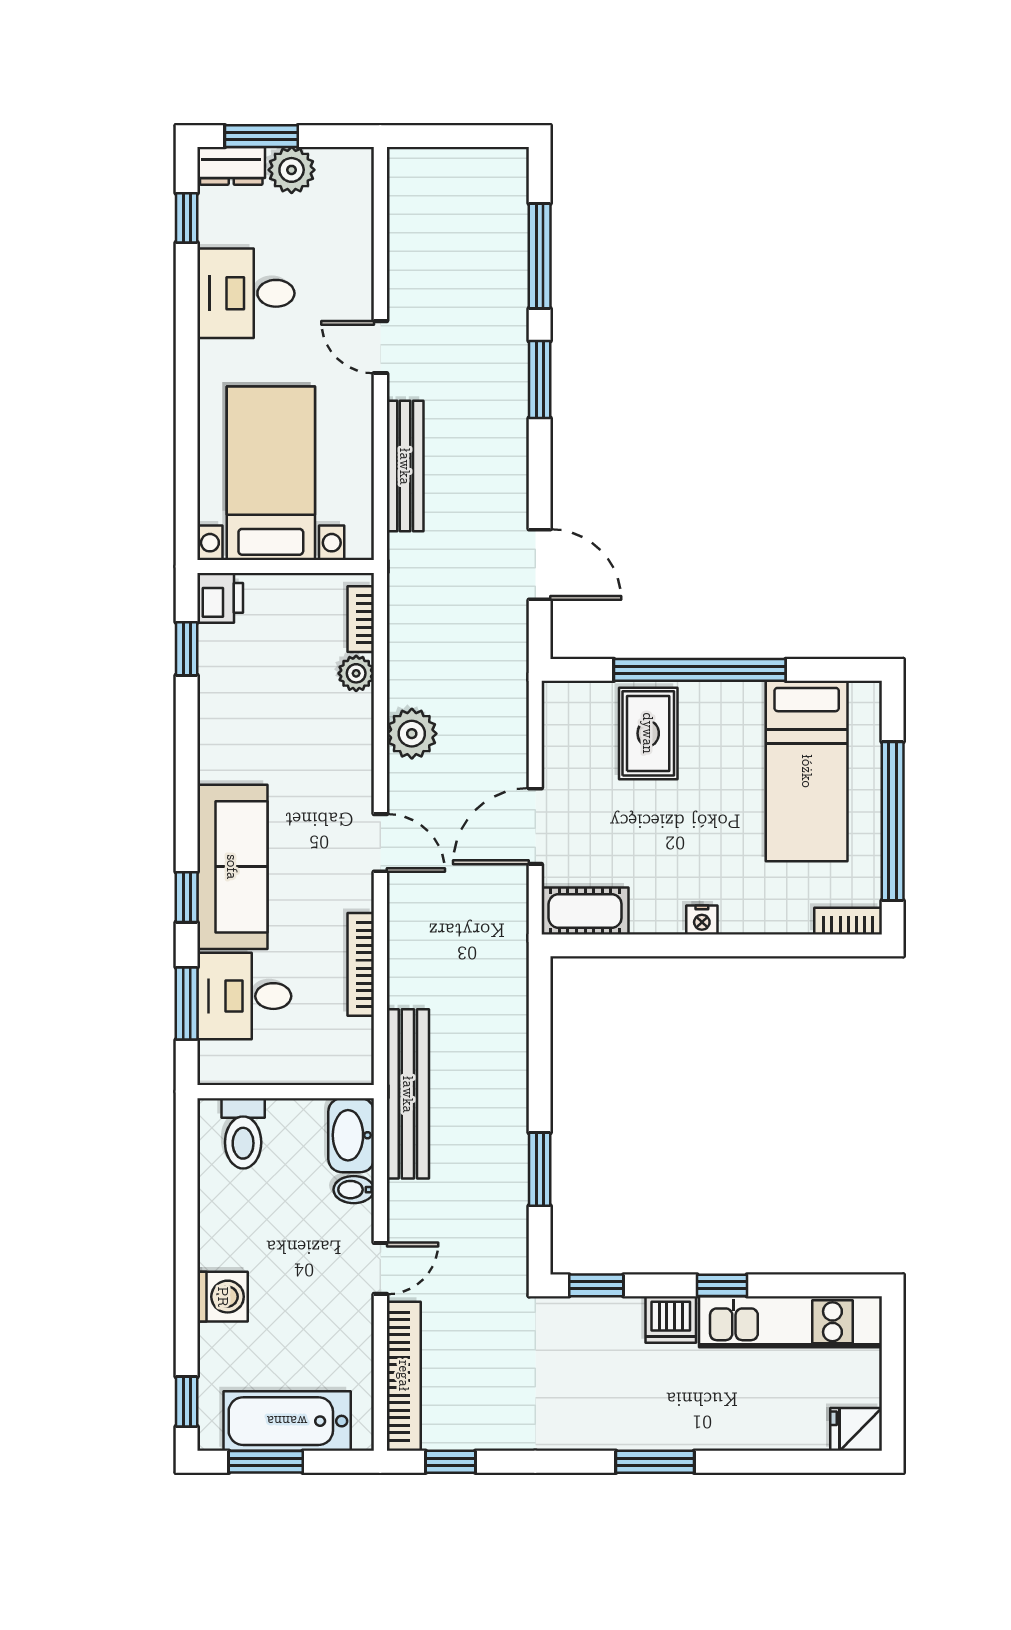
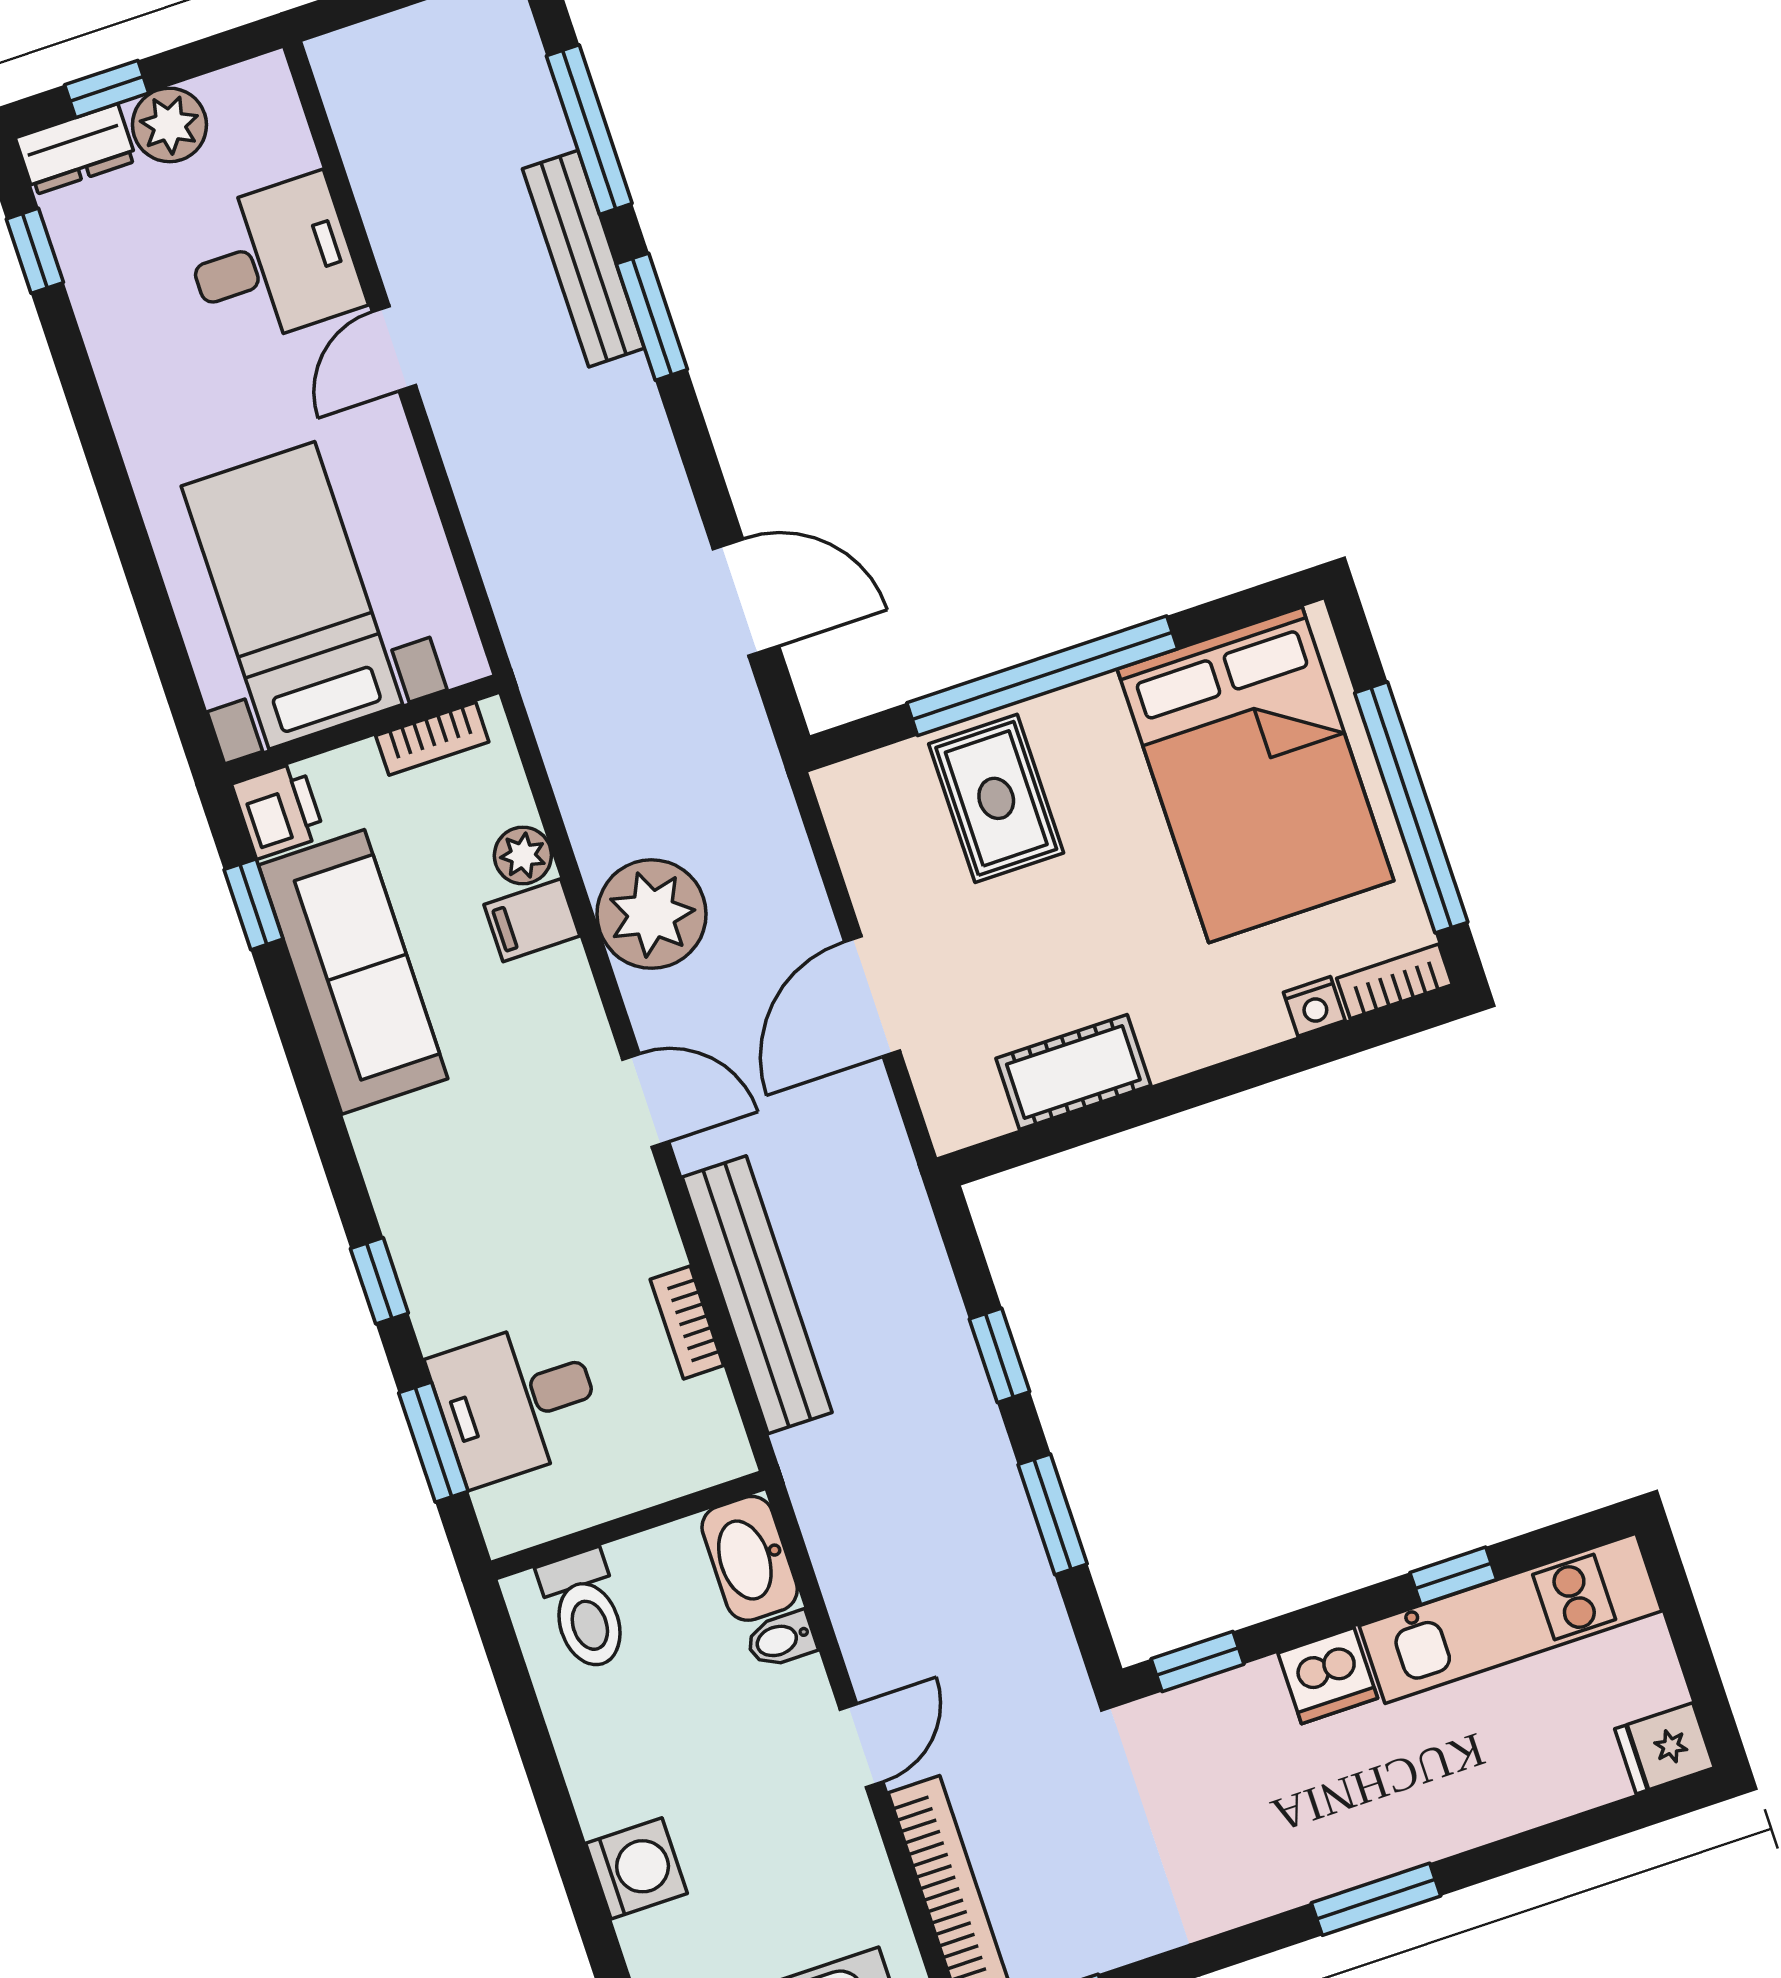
window: (261, 136) -> (107, 89), width x0.67
desk: (246, 293) -> (272, 262), moved, turned 180
door: (380, 347) -> (394, 349), hinge flipped
bench: (405, 466) -> (583, 259), moved
bookcase: (361, 619) -> (432, 739), moved, turned -90
filing cabinet: (349, 714) -> (532, 920), added
plant: (412, 734) -> (652, 914), width x1.36, depth x1.36
bed: (807, 771) -> (1255, 775), width x1.50
sofa: (232, 867) -> (353, 972), moved
cot: (585, 911) -> (1073, 1072), moved
nightstand: (702, 920) -> (1314, 1006), moved
bookcase: (361, 964) -> (687, 1322), width x0.64
window: (540, 1064) -> (999, 1355), added
bench: (408, 1094) -> (757, 1295), moved
window: (722, 1285) -> (1453, 1576), moved

